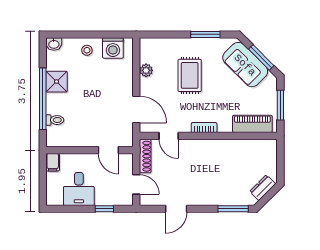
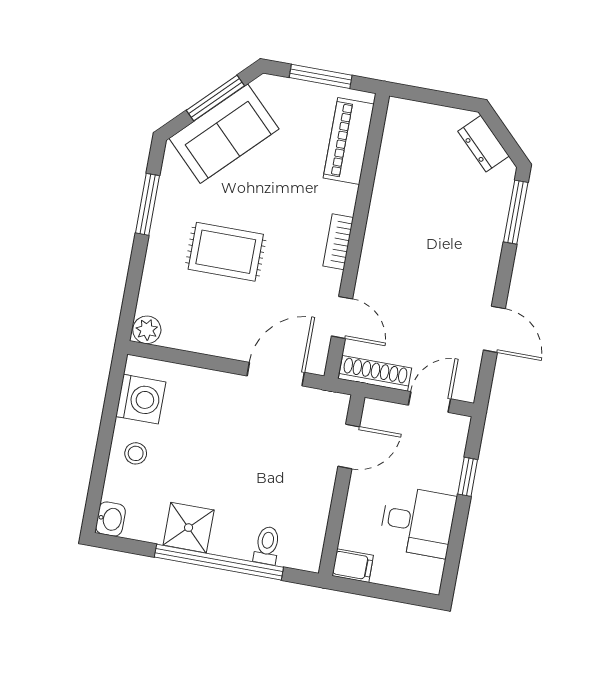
plant: (146, 70) -> (147, 330), moved
door: (169, 136) -> (342, 317), hinge flipped

